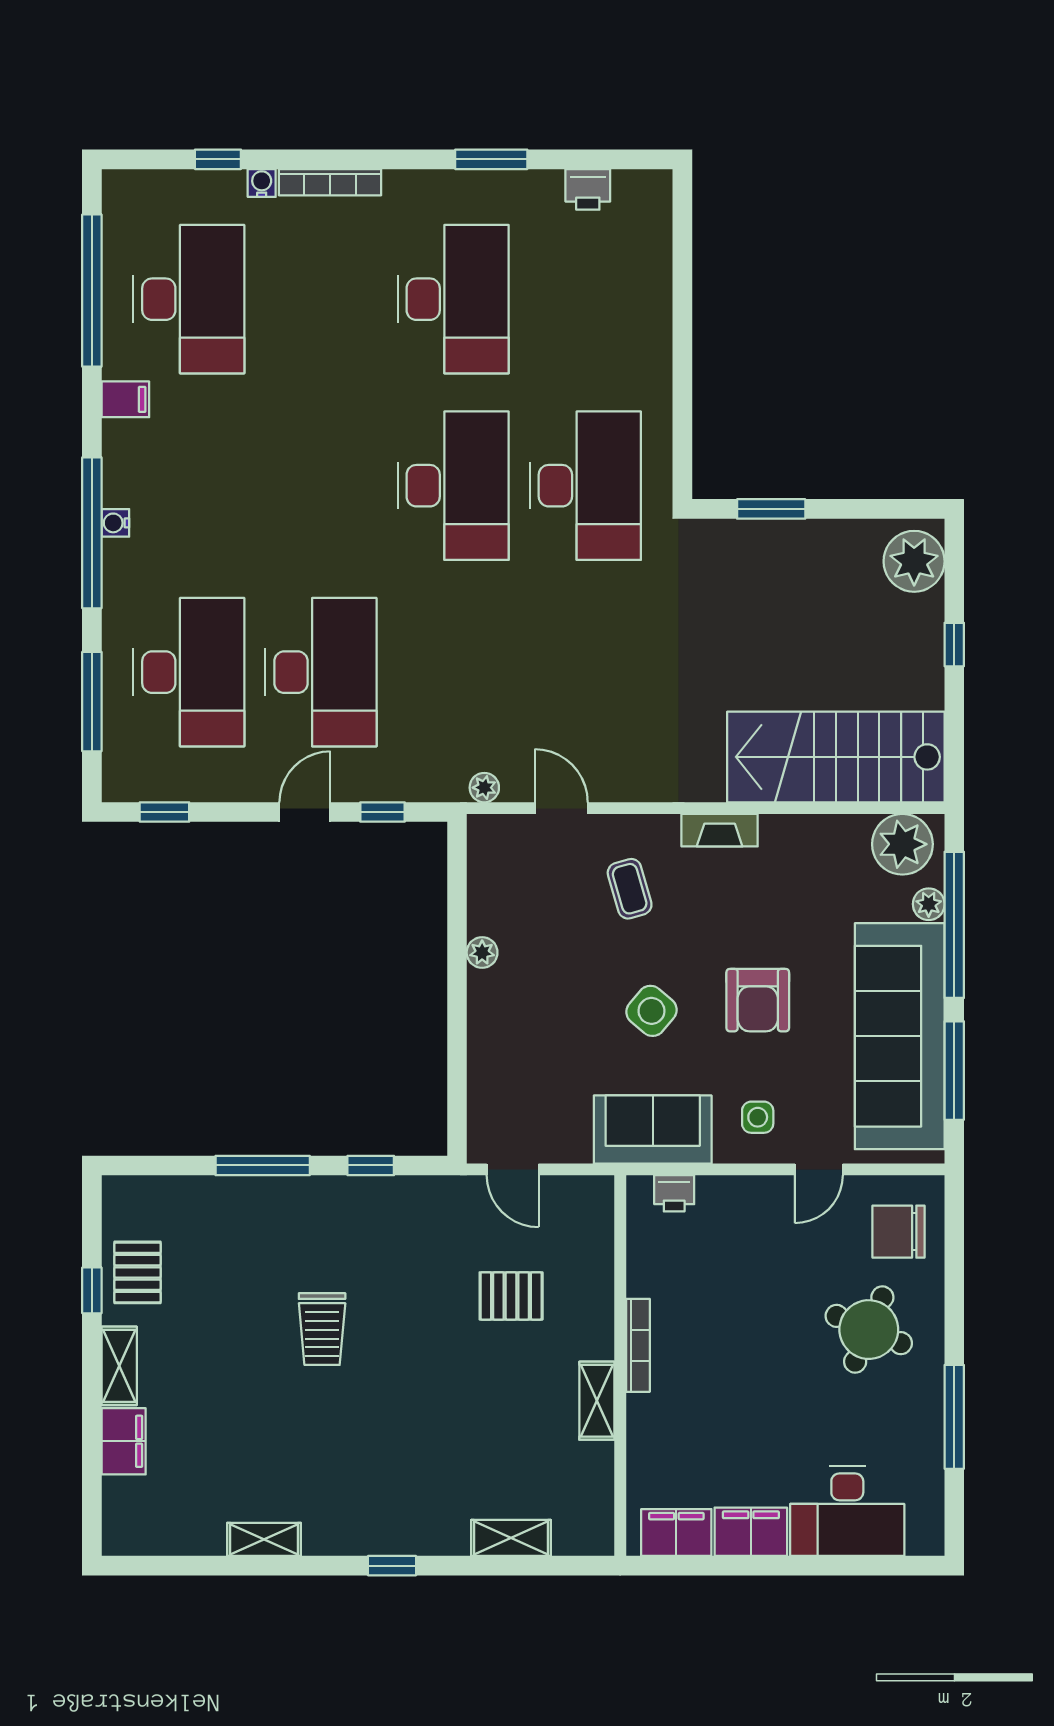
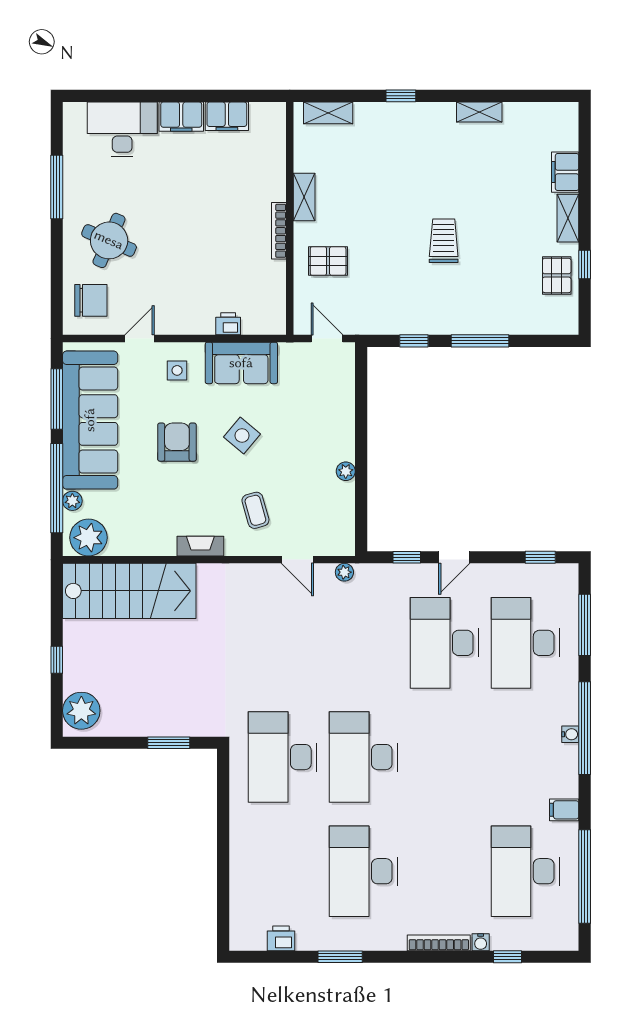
bookcase: (638, 1345) -> (279, 231), moved
wall: (620, 1366) -> (290, 218), moved
shelving: (597, 1401) -> (304, 197), moved

